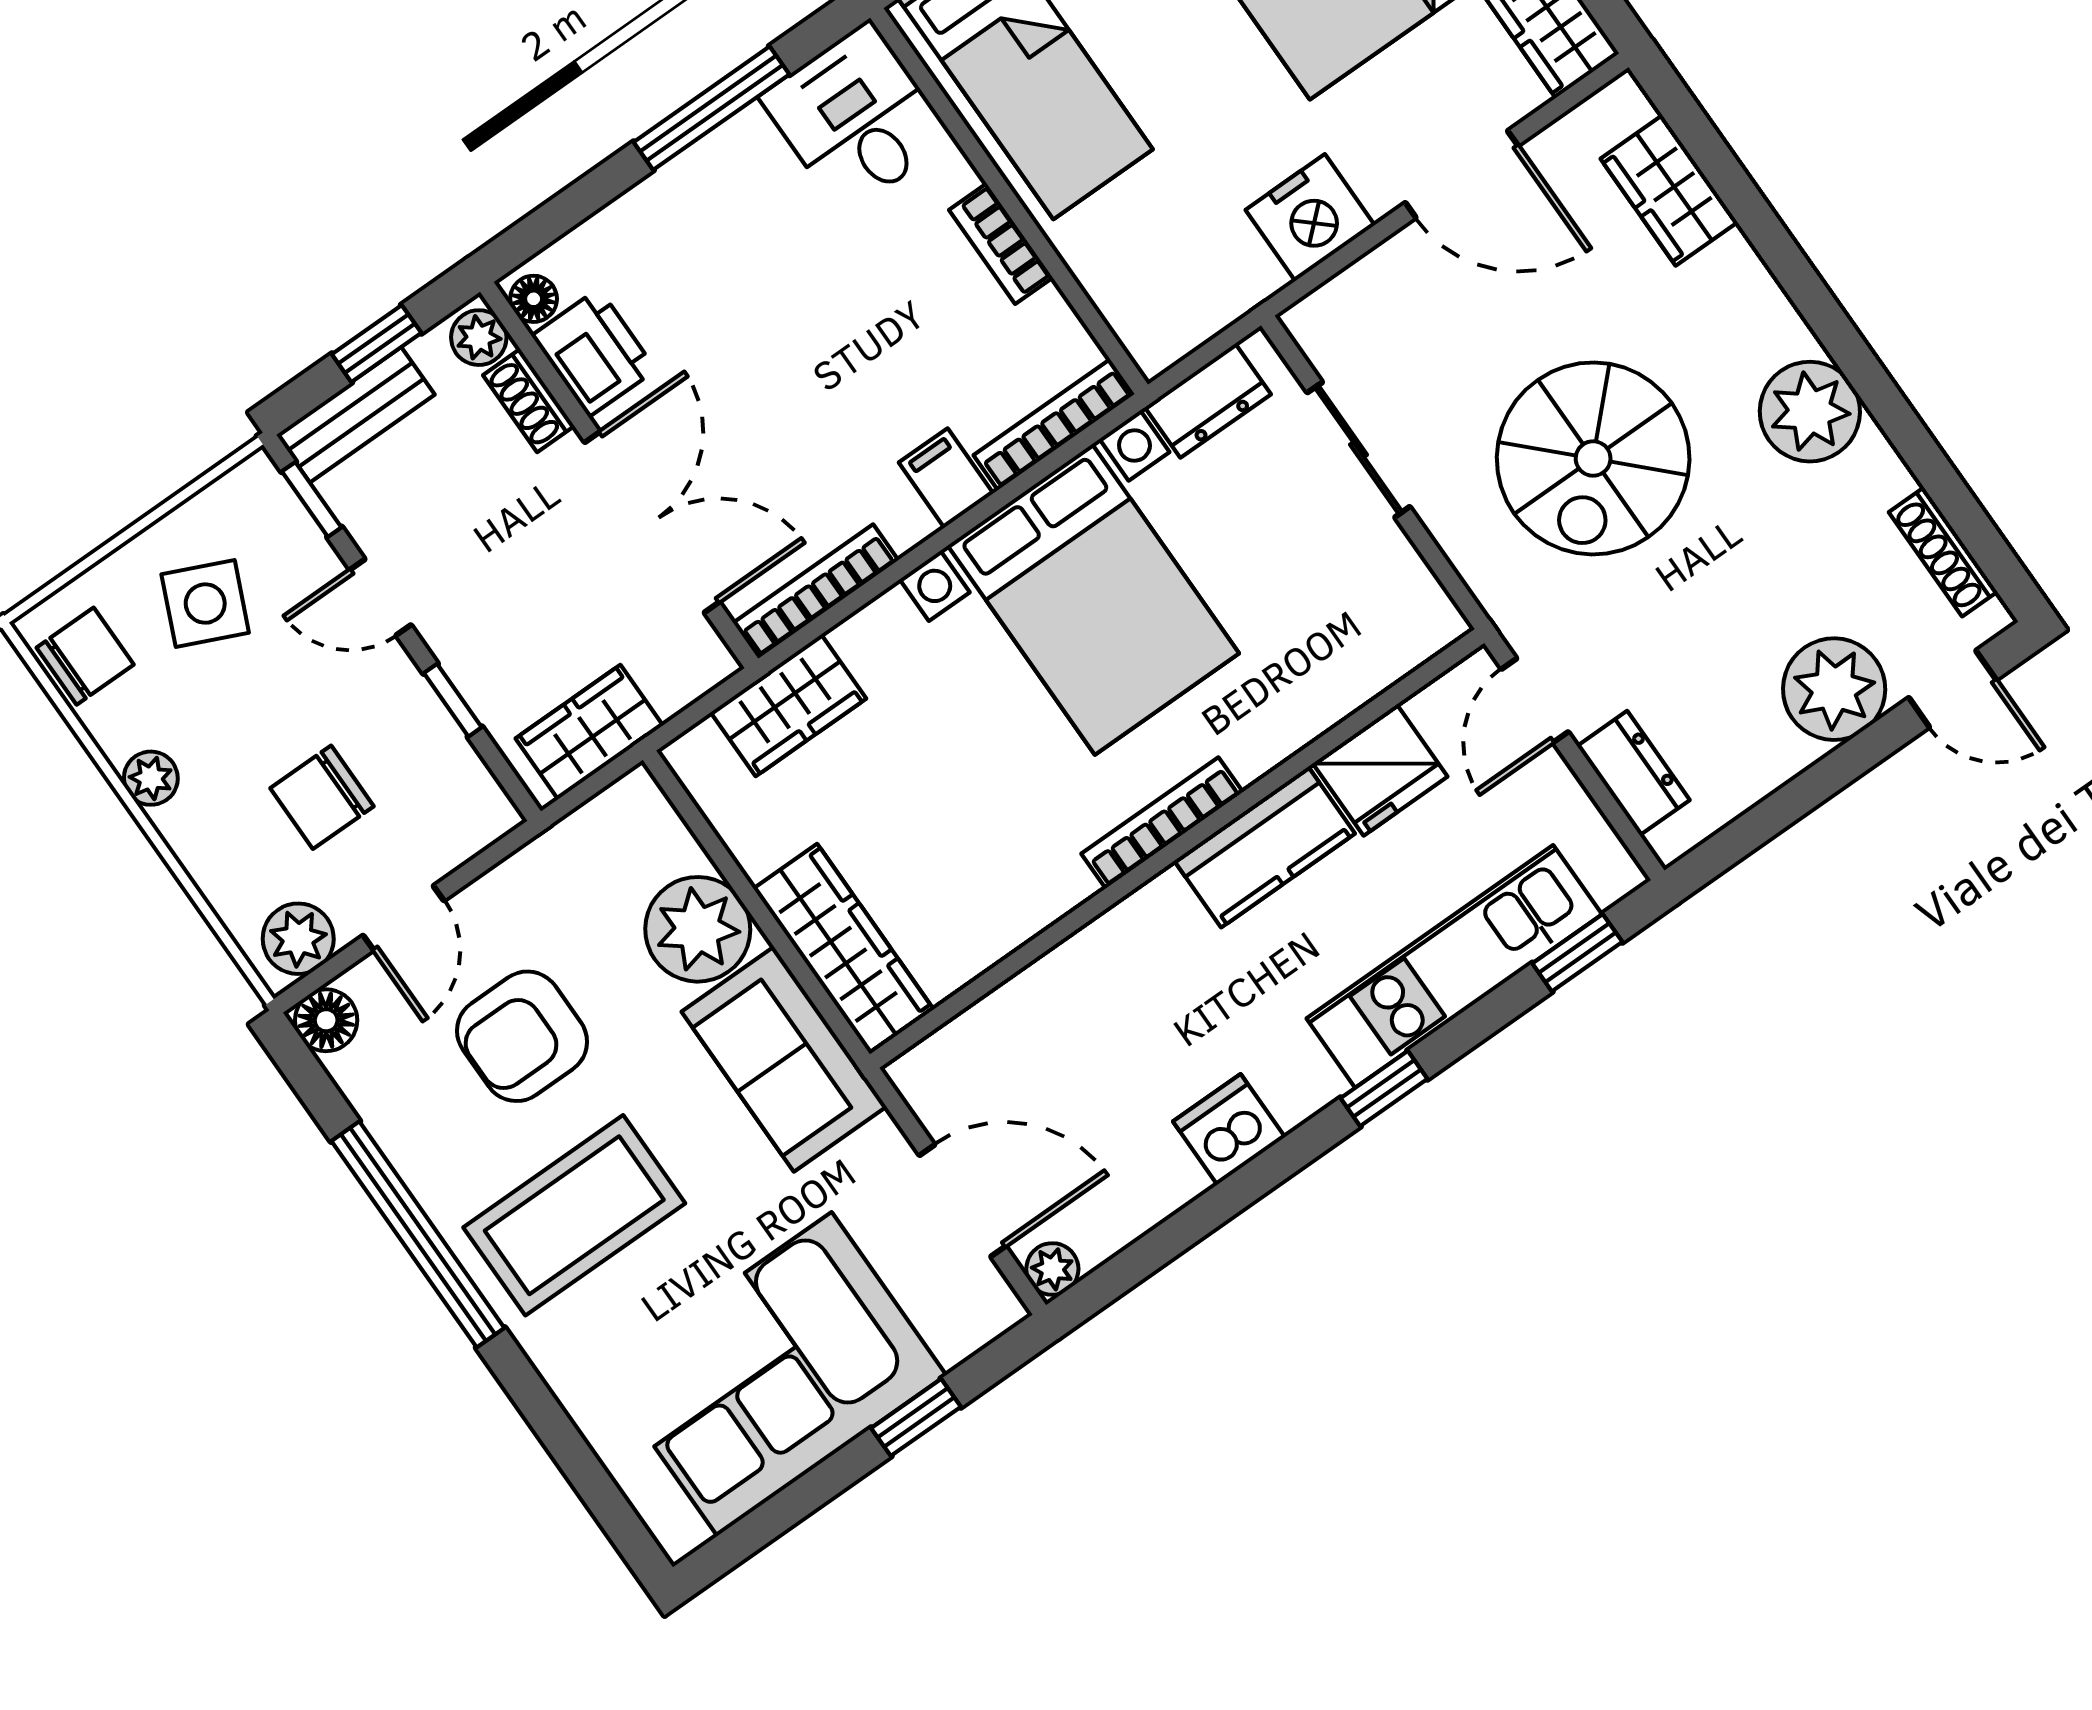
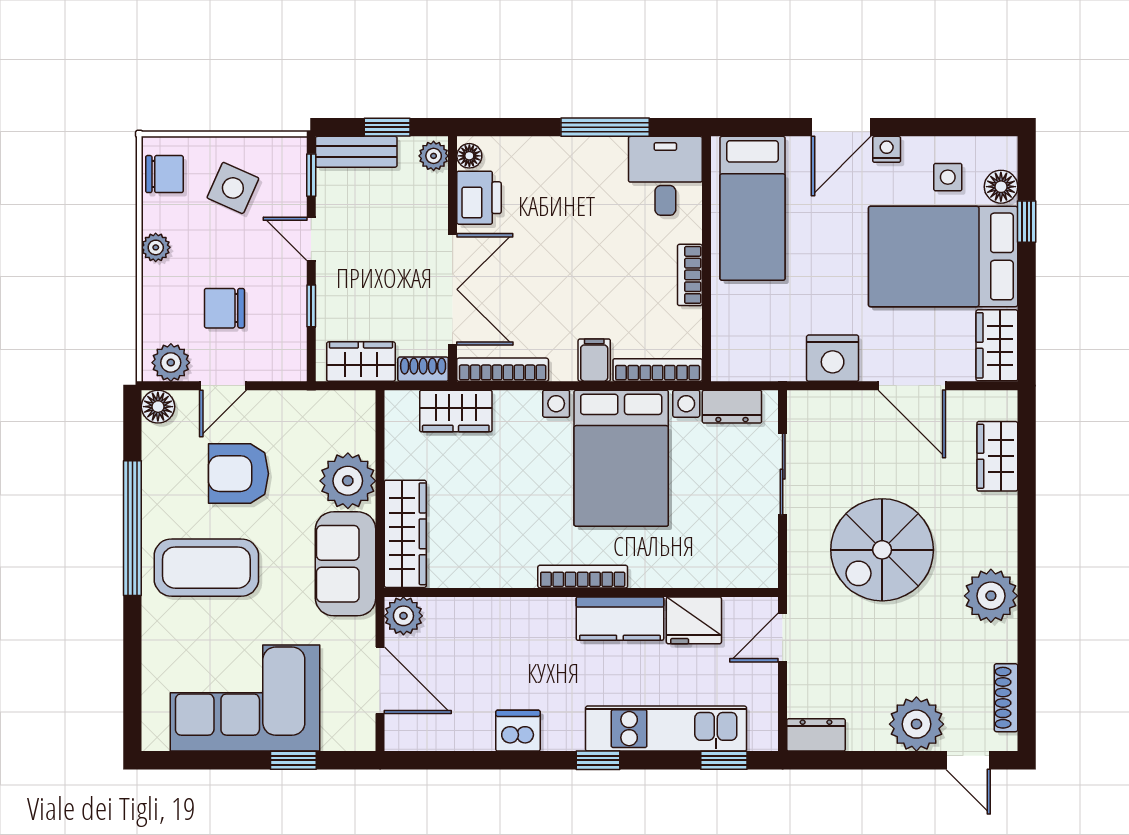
shoe rack: (529, 401) -> (423, 369), moved, turned 90
dresser: (1633, 773) -> (816, 735), moved, turned -90
plant: (1052, 1269) -> (403, 616), moved, width x1.38, depth x1.38

